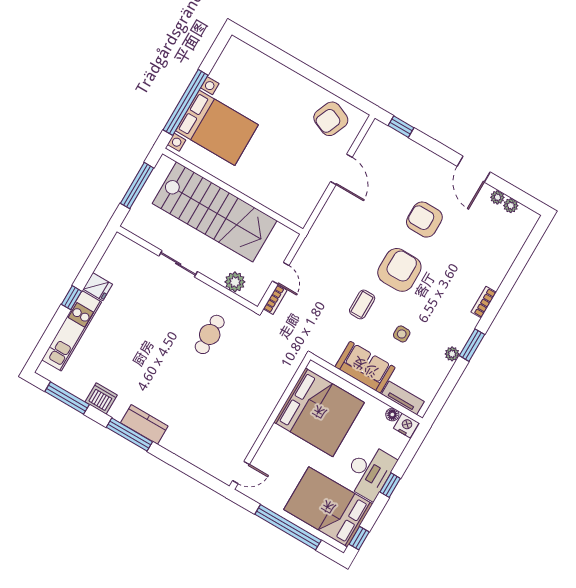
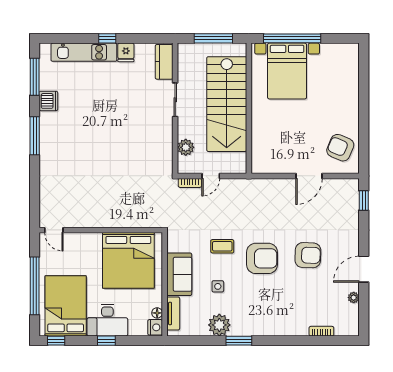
plant: (511, 206) -> (353, 310), removed
armchair: (424, 220) -> (308, 255), turned 92
bookcase: (484, 302) -> (321, 331), moved
cafe table: (210, 334) -> (138, 151), removed
plant: (452, 354) -> (219, 325), width x1.88, depth x1.88
kitchen counter: (144, 424) -> (164, 62), moved, turned 180

